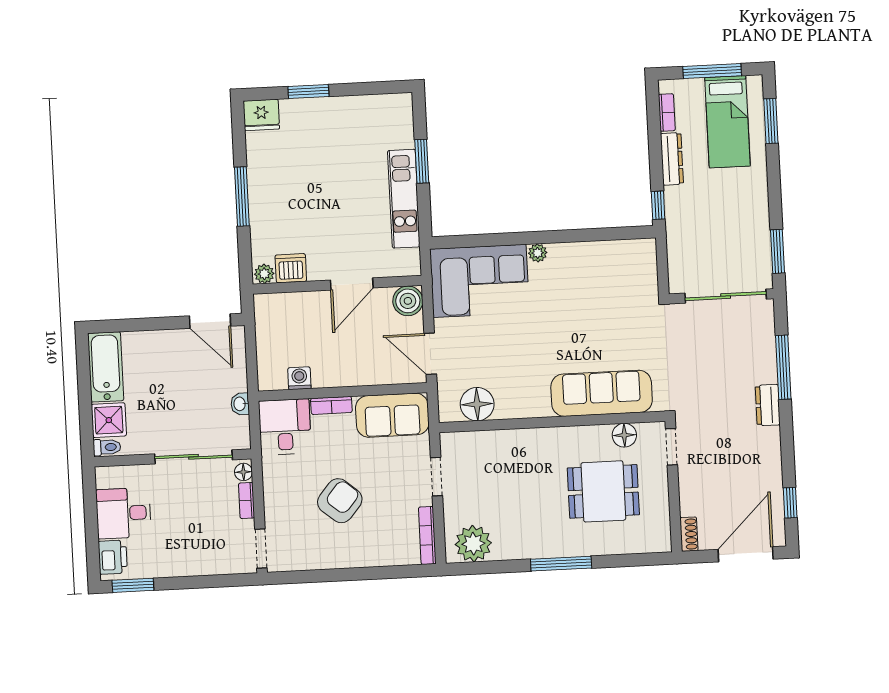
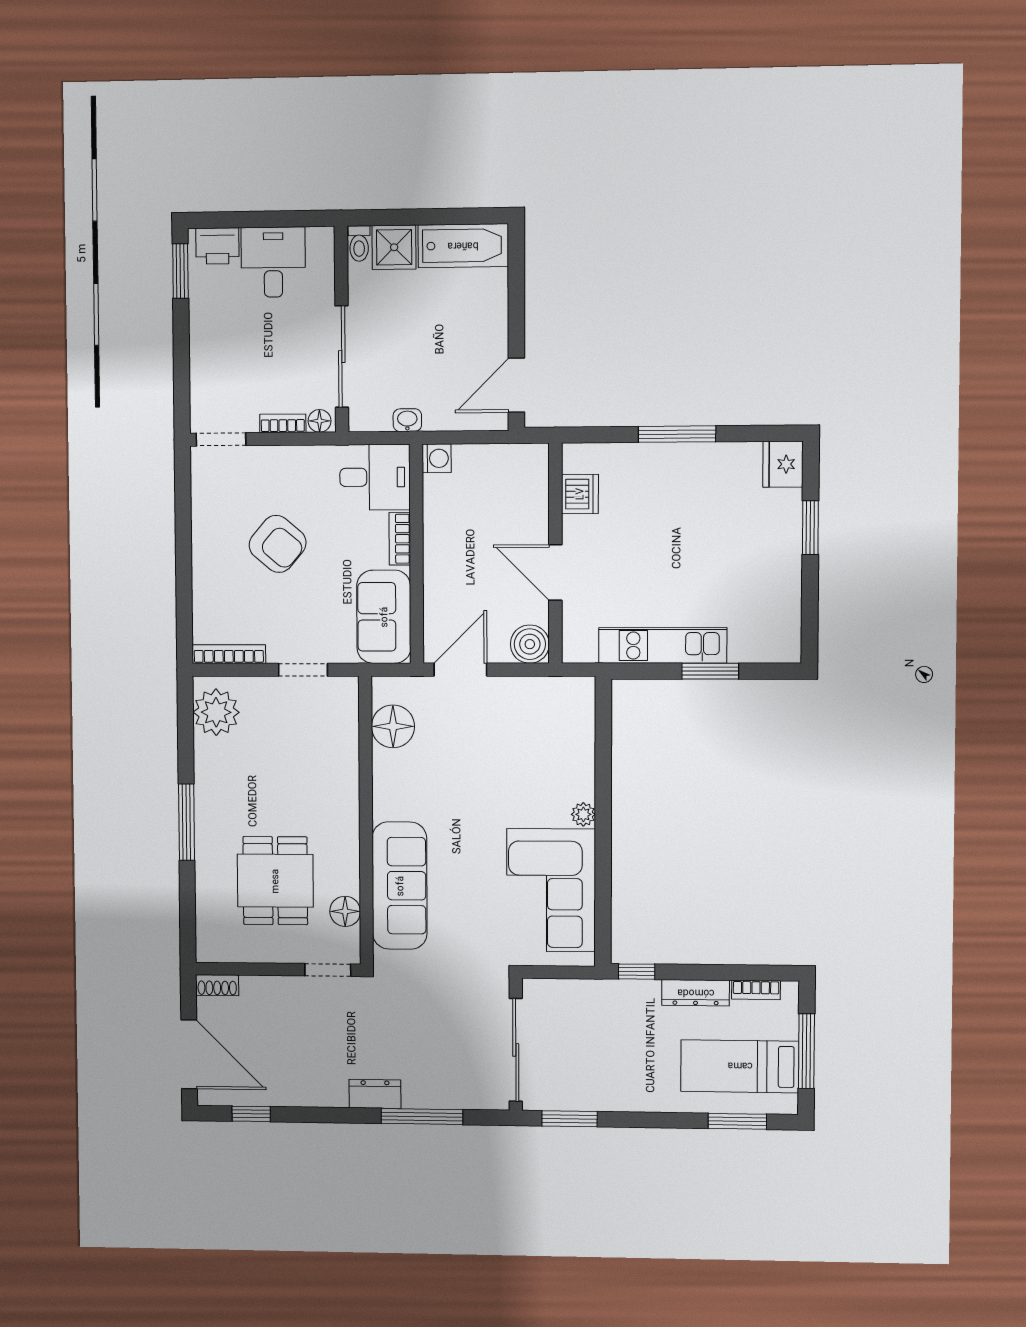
plant: (264, 274) -> (574, 459), removed
corner sofa: (480, 281) -> (551, 890), moved
washing machine: (299, 378) -> (437, 458), moved

